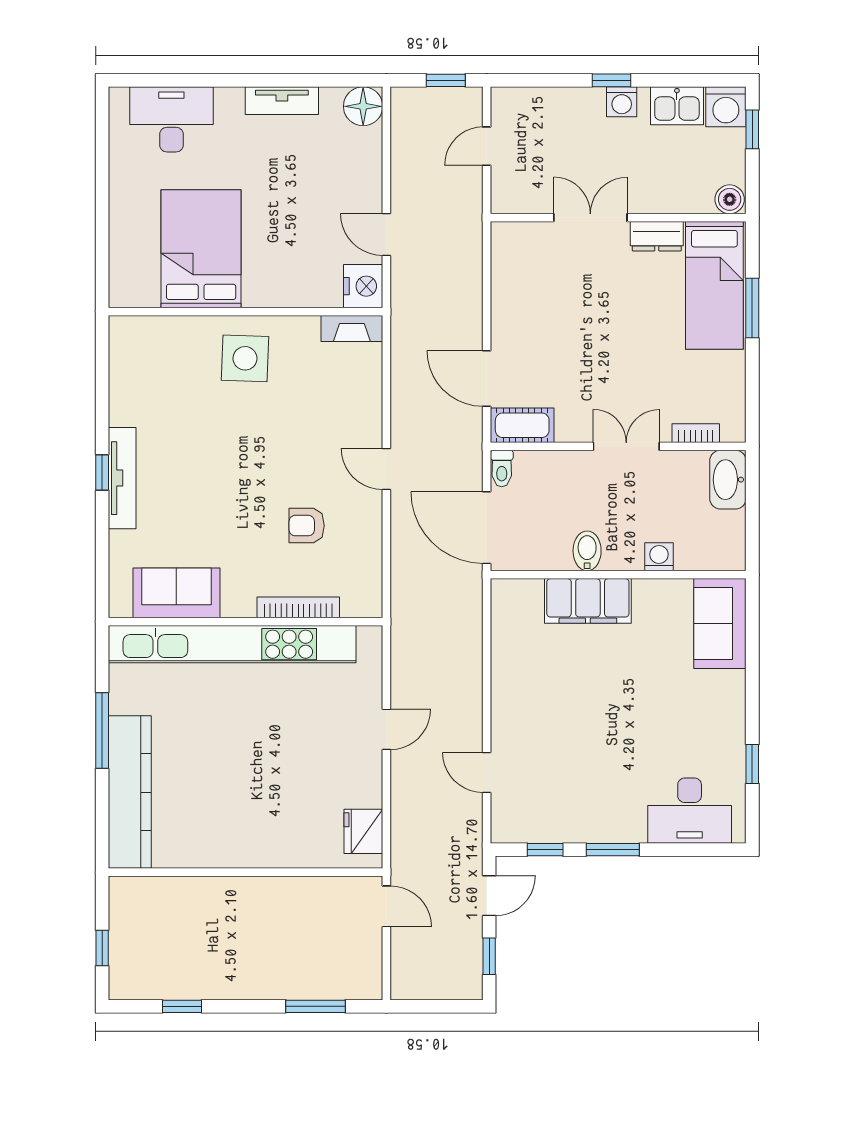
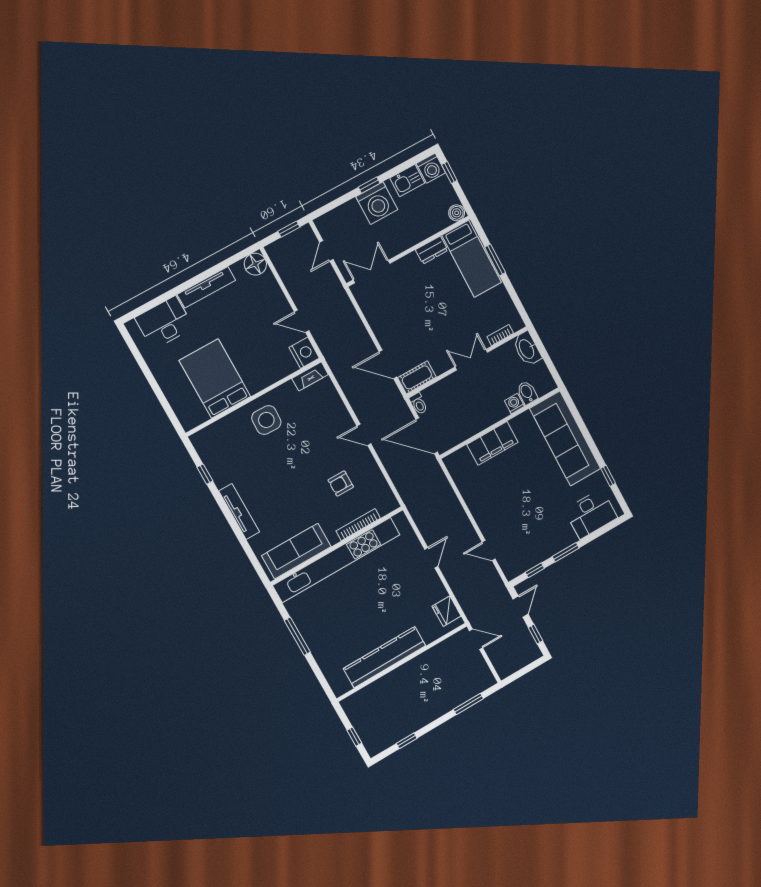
tv unit: (282, 101) -> (206, 287), width x1.41
washing machine: (622, 102) -> (377, 203), width x1.89, depth x1.89
double door: (590, 218) -> (372, 272), moved
window: (102, 472) -> (205, 474), moved
bidet: (587, 551) -> (527, 393), moved
sofa: (176, 593) -> (296, 551), width x1.36
sofa: (720, 624) -> (565, 439), width x1.85, depth x1.27
kitchen counter: (130, 792) -> (385, 657), moved, turned -90

